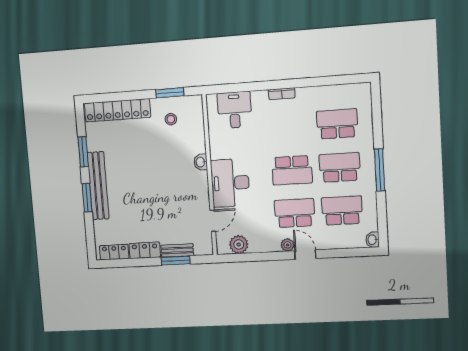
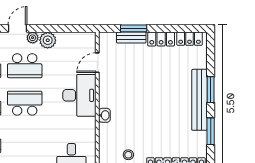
plant: (239, 244) -> (48, 40), moved
door: (305, 255) -> (17, 28), swing flipped

